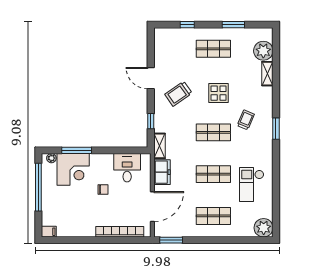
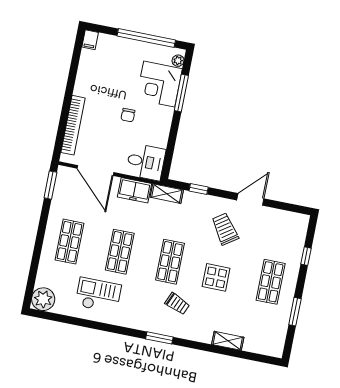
plant: (263, 51) -> (256, 341), removed
desk: (127, 168) -> (146, 162), moved

